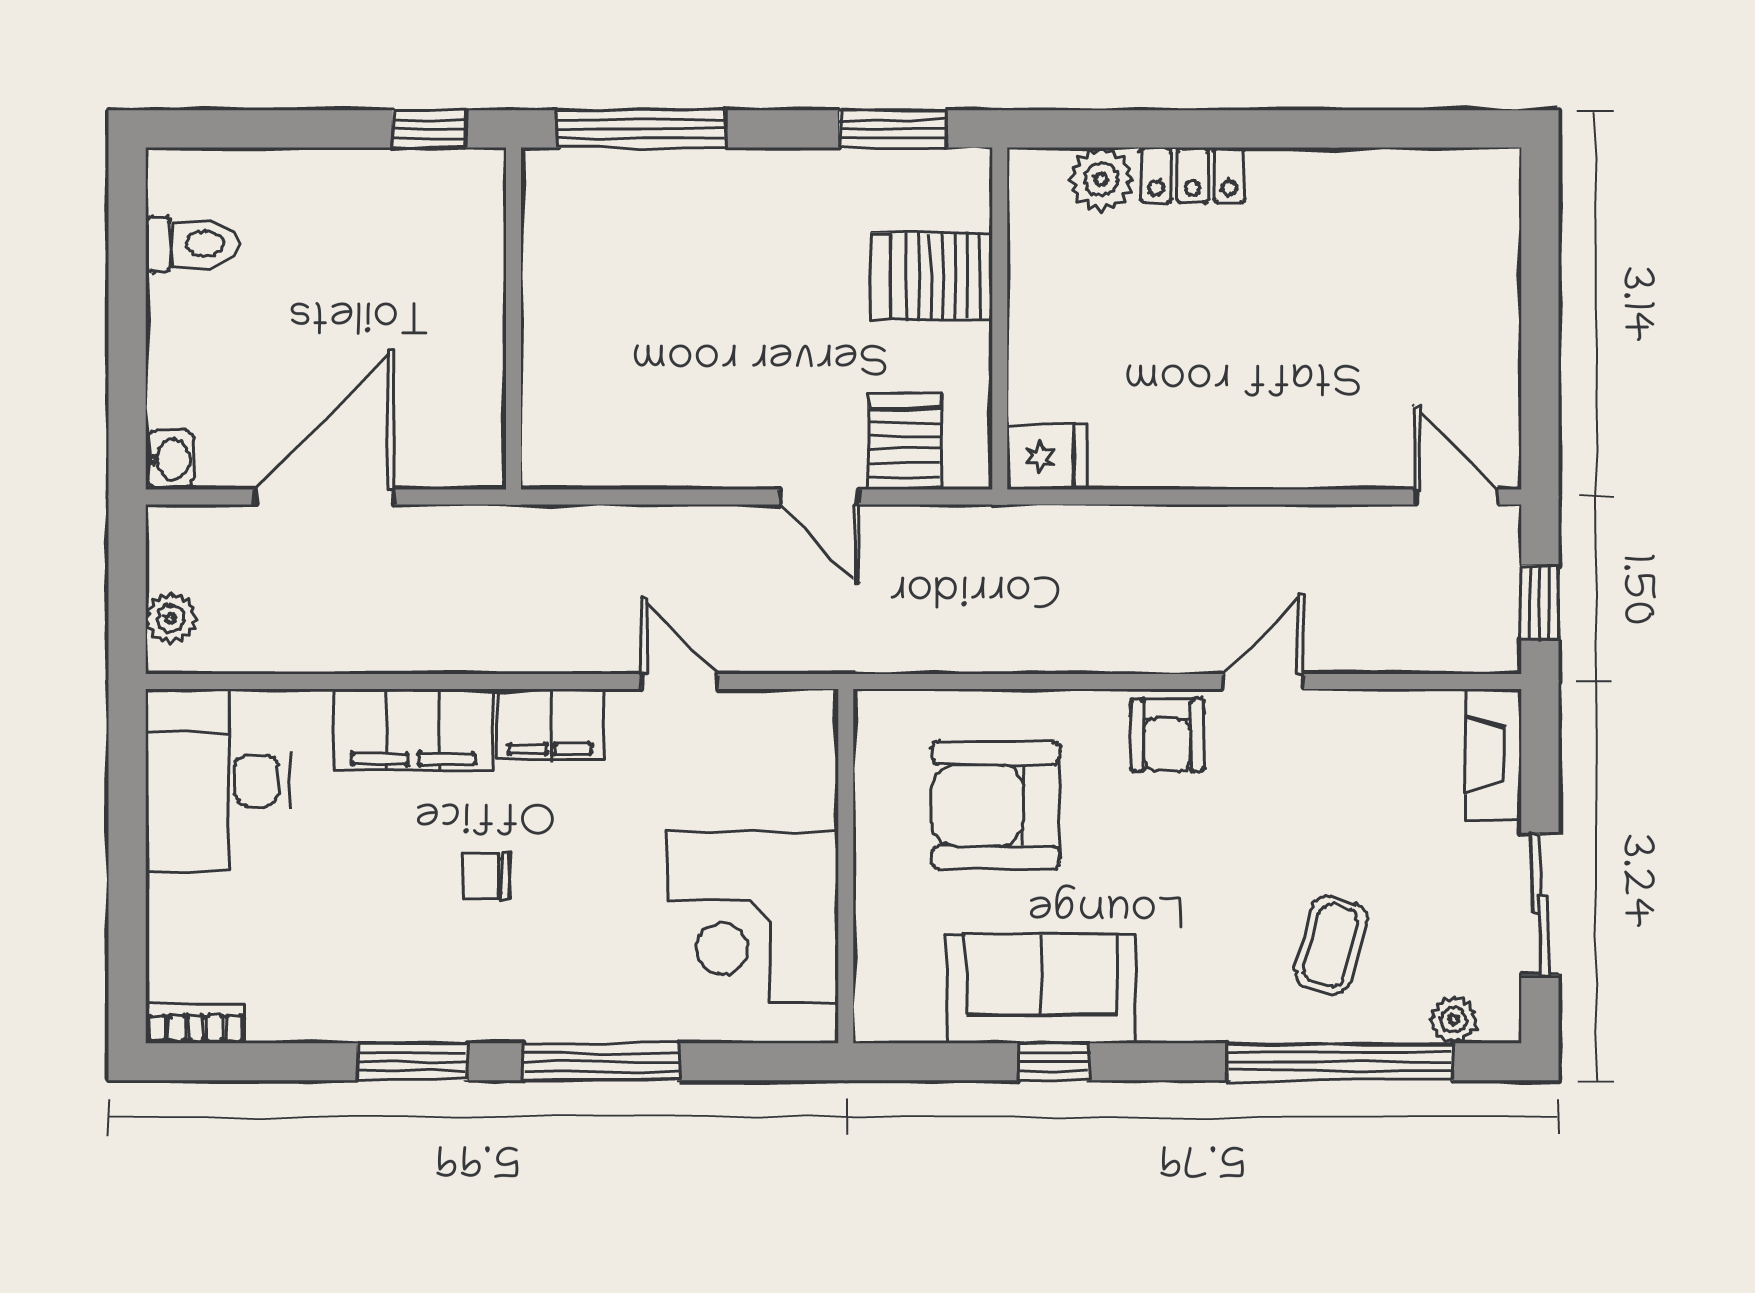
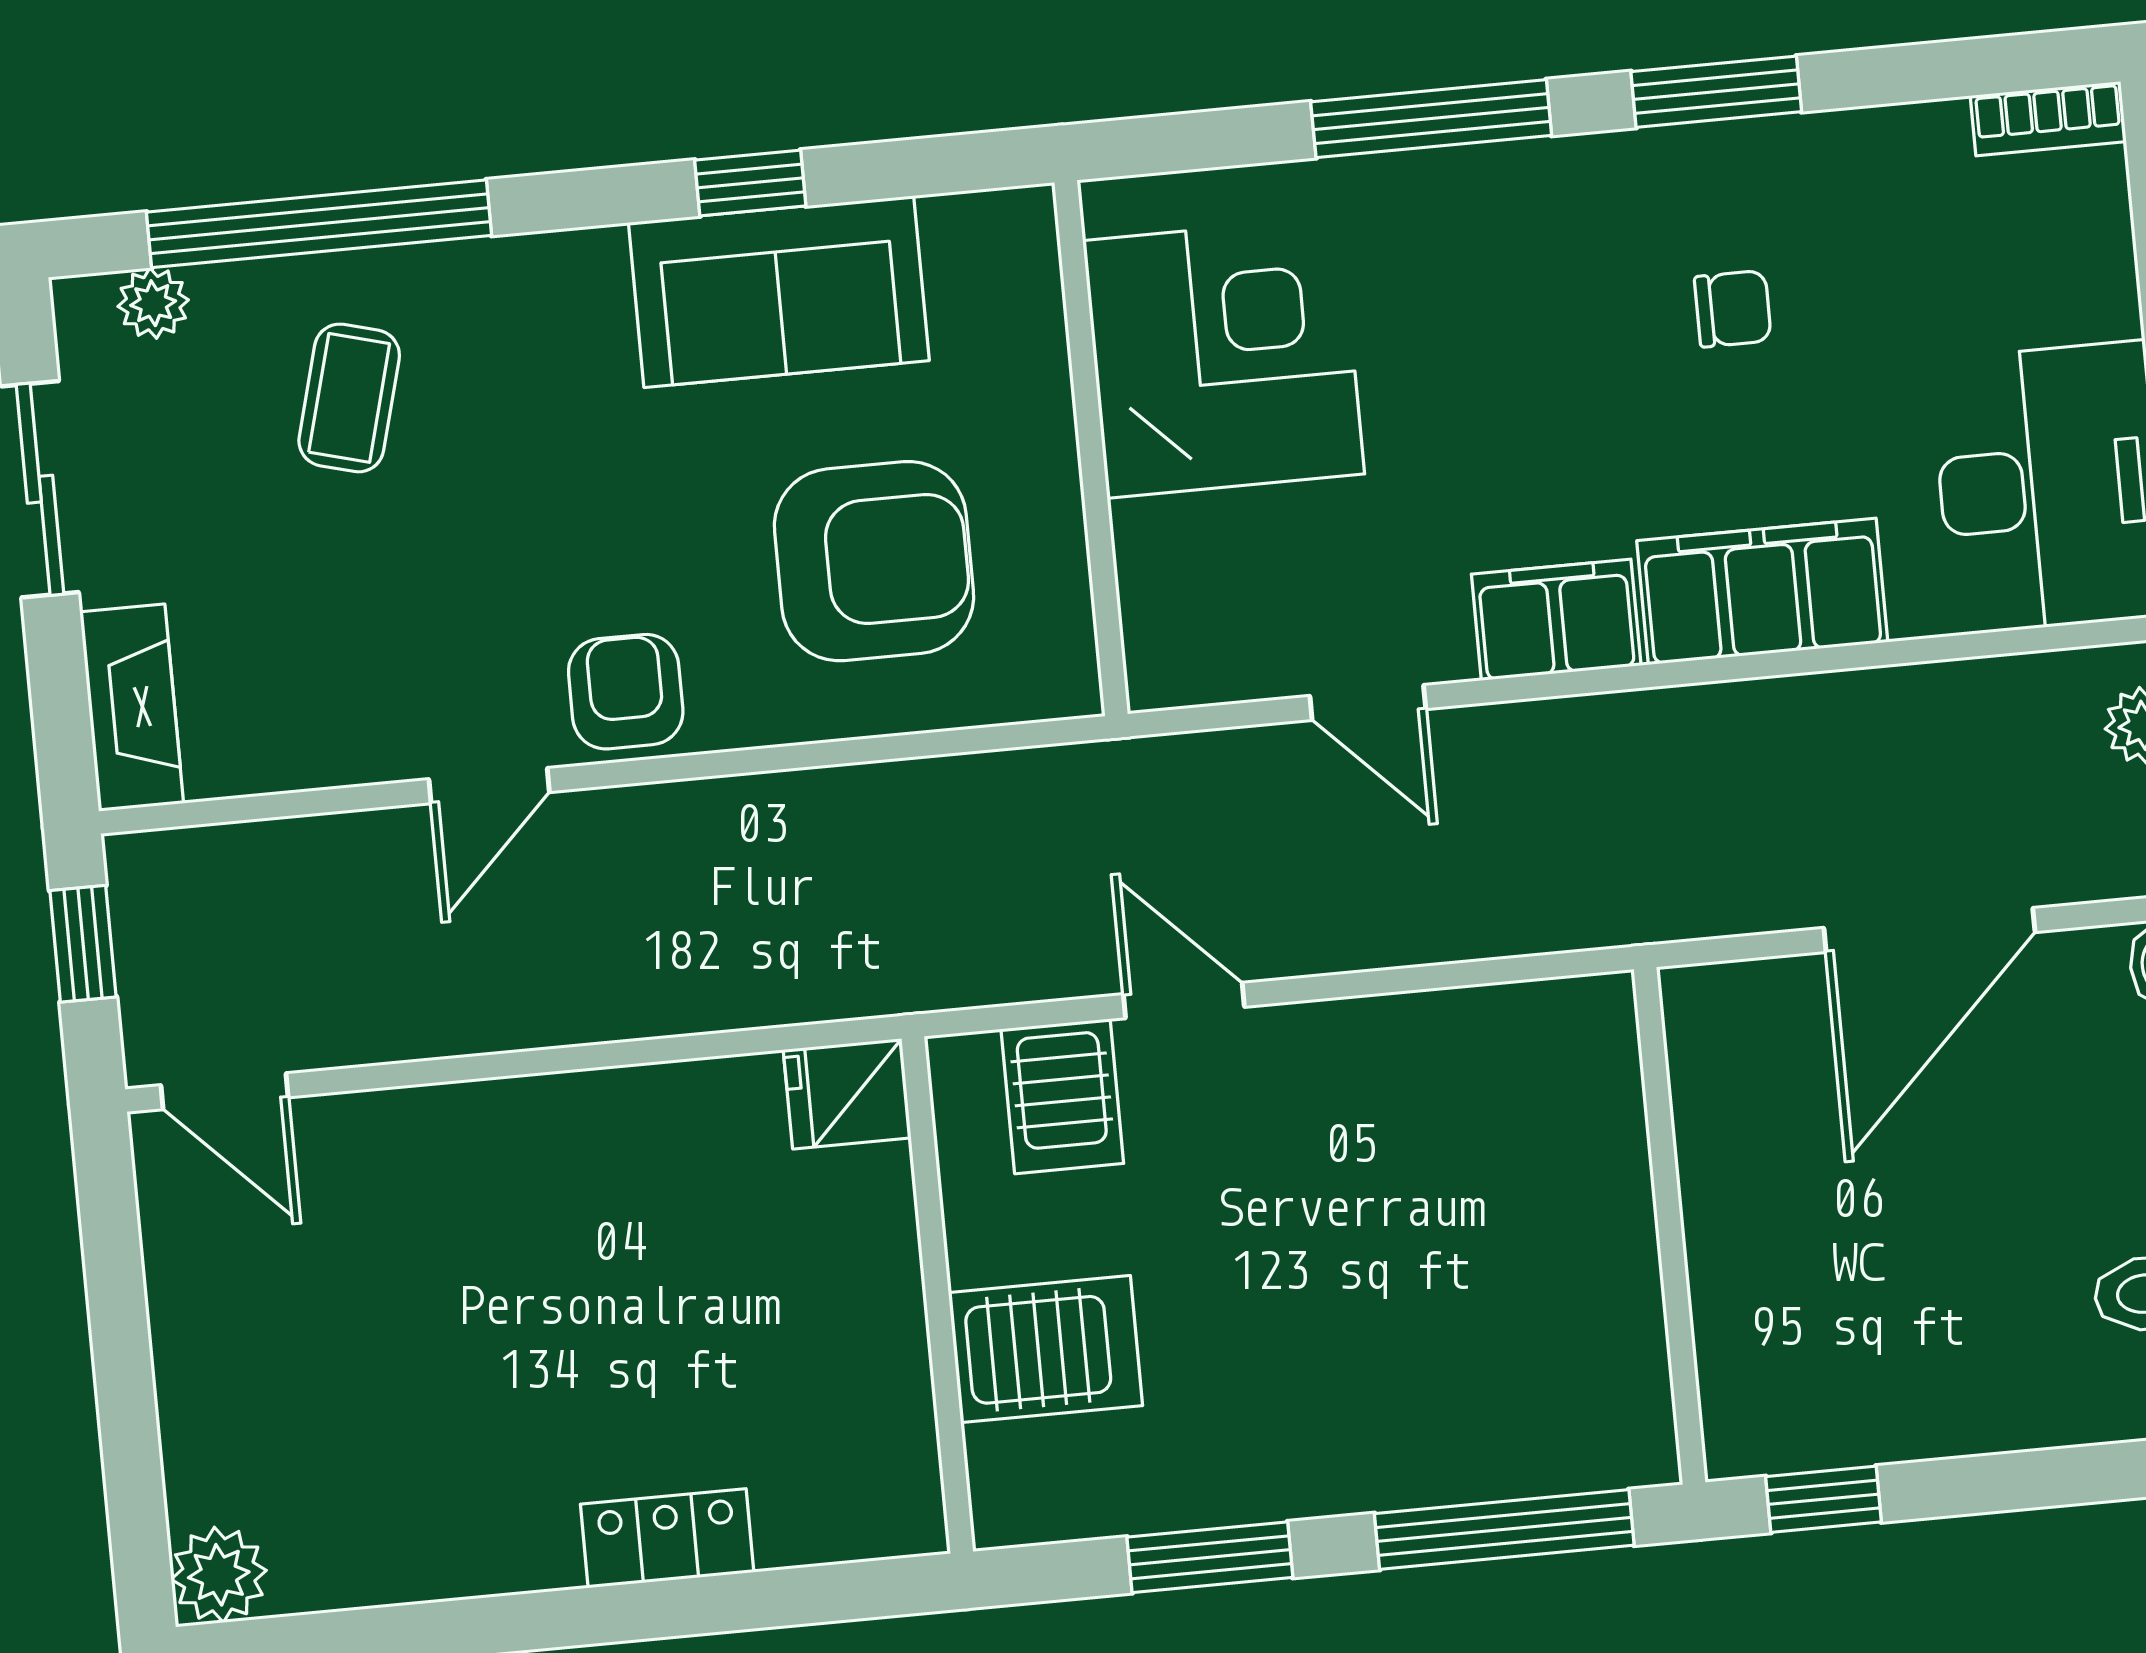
window: (893, 129) -> (1210, 1557), moved
plant: (1101, 179) -> (219, 1575), moved
chair: (486, 876) -> (1733, 309), moved

